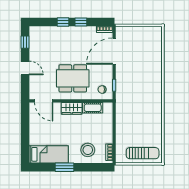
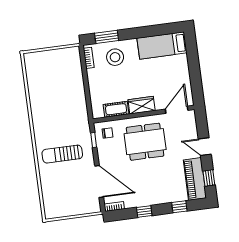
window: (63, 22) -> (179, 207), moved
piano: (36, 43) -> (195, 179), added
door: (114, 51) -> (99, 182), hinge flipped
door: (44, 101) -> (177, 110), hinge flipped
sun lounger: (143, 153) -> (62, 154), moved
window: (64, 167) -> (107, 37), moved

